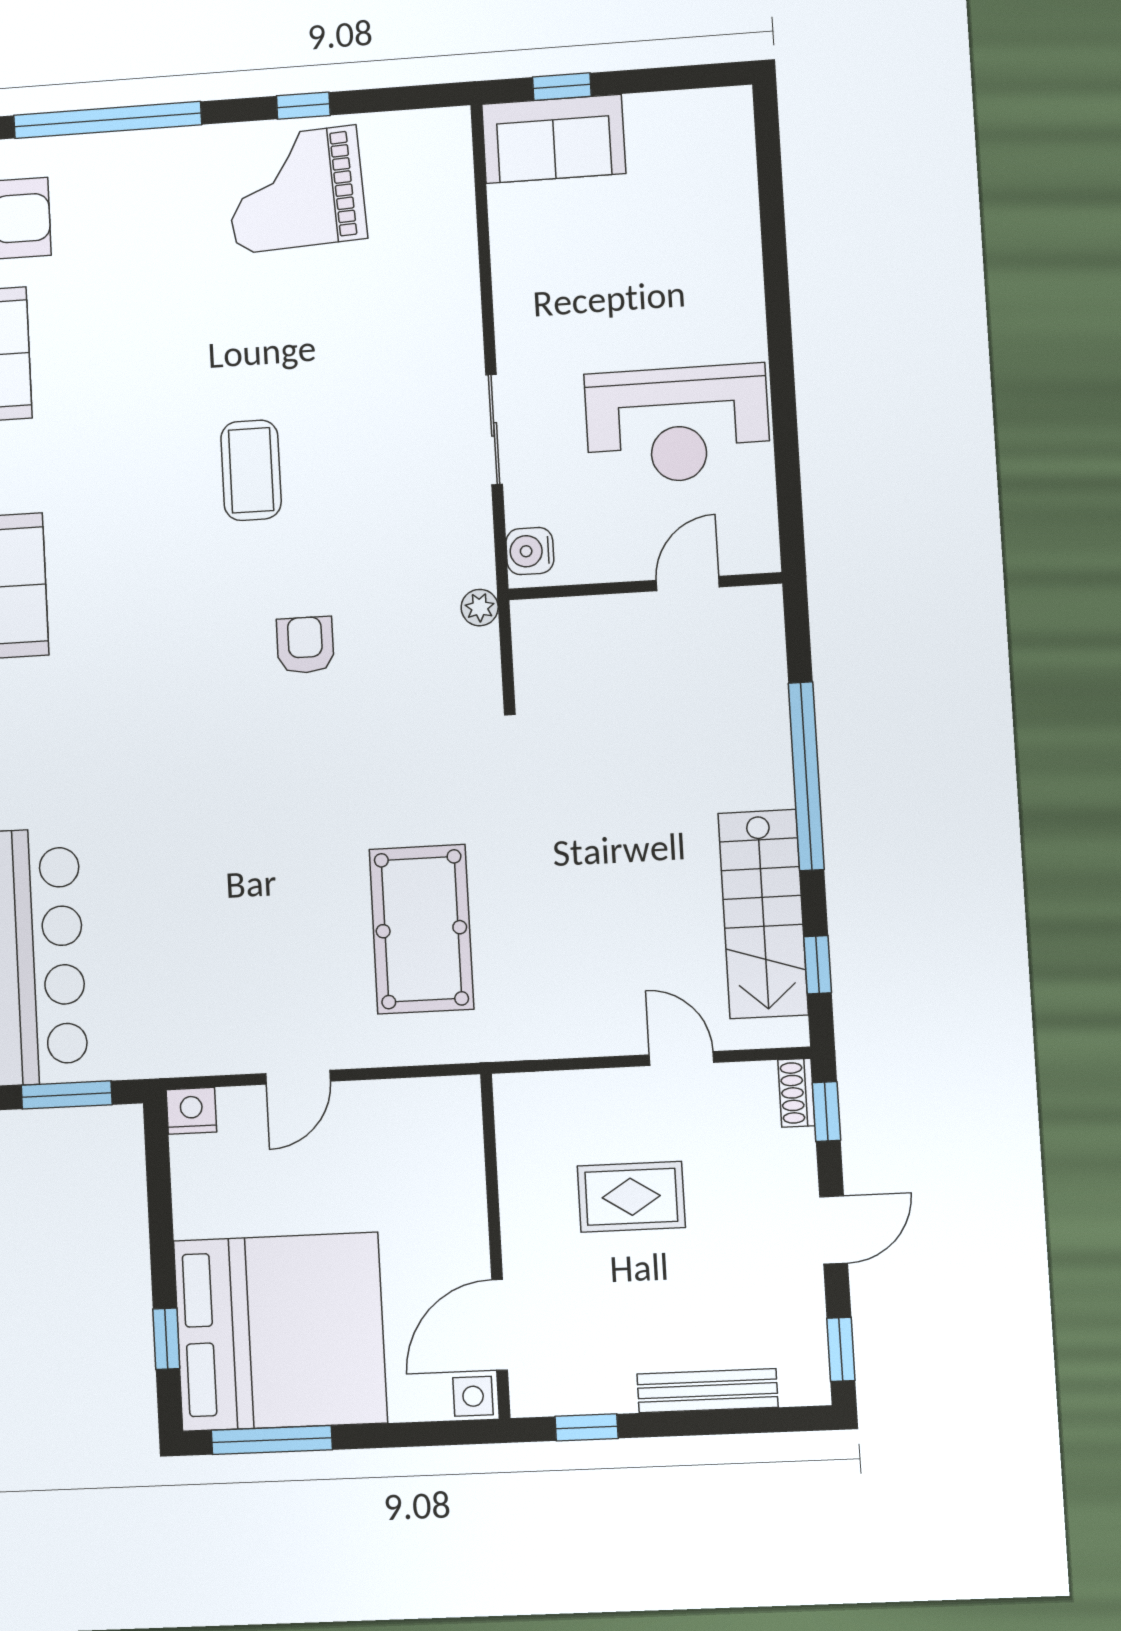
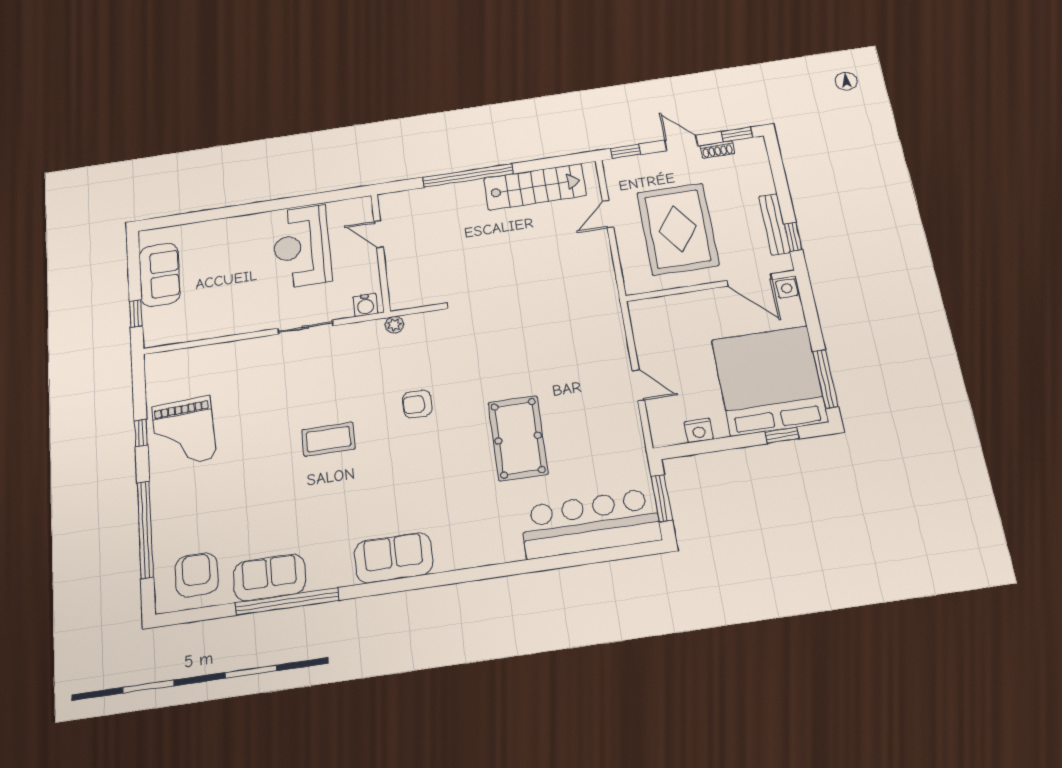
sofa: (554, 139) -> (160, 275), moved
reception desk: (677, 424) -> (302, 247), turned 180
pool table: (421, 929) -> (518, 438), moved, turned 90
window: (818, 965) -> (557, 162), removed
shoe rack: (796, 1093) -> (717, 149), moved
nightstand: (191, 1111) -> (699, 430), moved, turned -90
rug: (631, 1197) -> (678, 229), width x1.86, depth x2.06
bench: (707, 1391) -> (774, 224), moved

